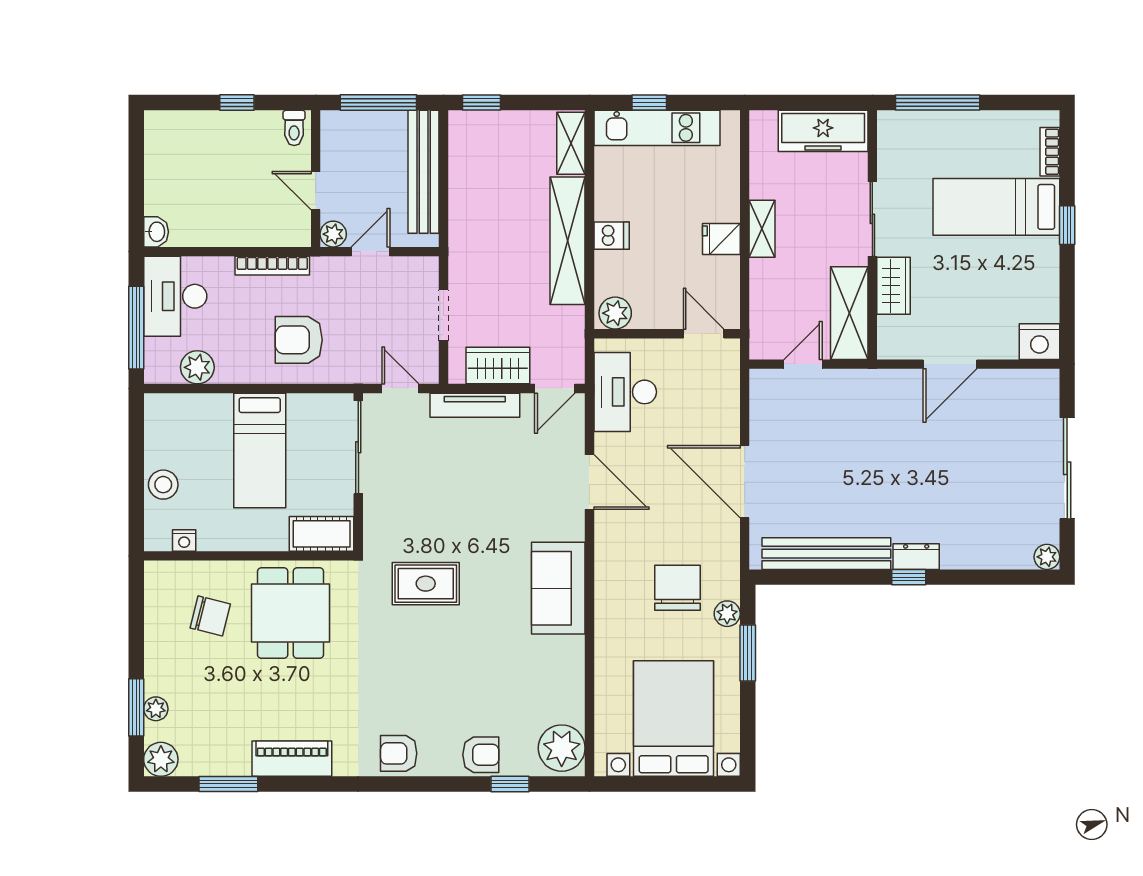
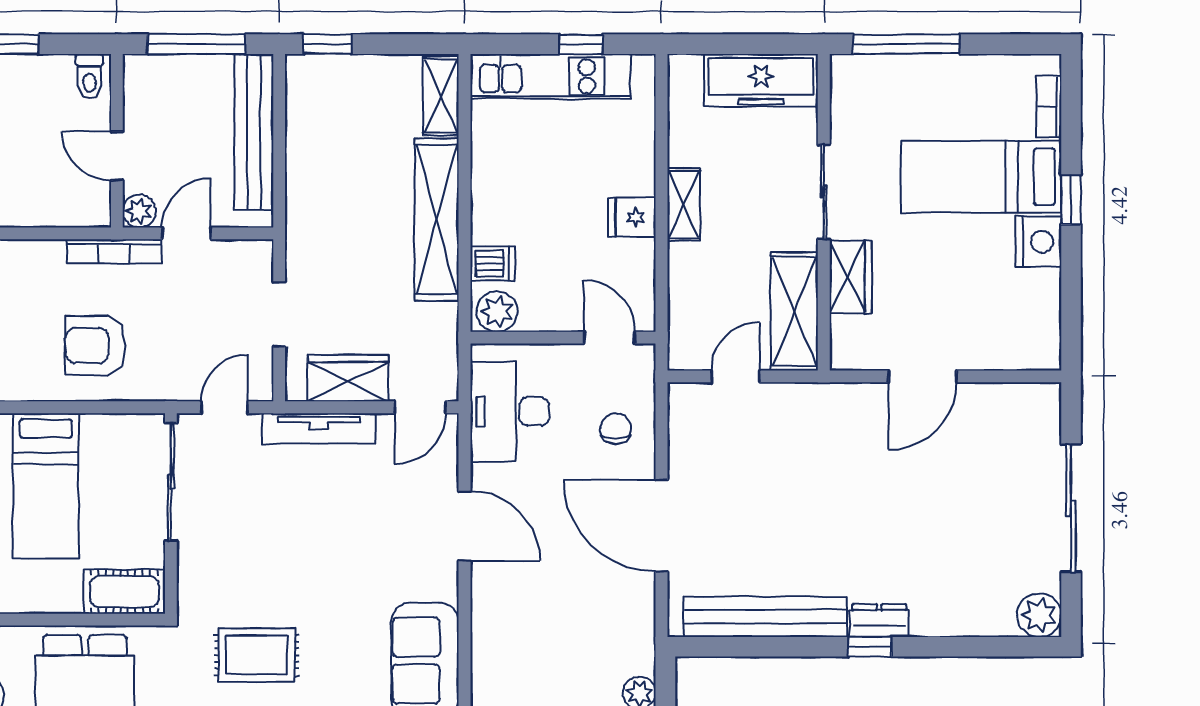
window: (649, 103) -> (581, 44), moved
dishwasher: (612, 236) -> (493, 263), moved
bookcase: (272, 266) -> (114, 251), moved
nightstand: (1039, 342) -> (1038, 241), moved, turned -90
door: (400, 388) -> (224, 407), hinge flipped
plant: (1047, 557) -> (1039, 615), width x1.38, depth x1.38
chair: (677, 588) -> (616, 429), moved, width x0.54, depth x0.54

